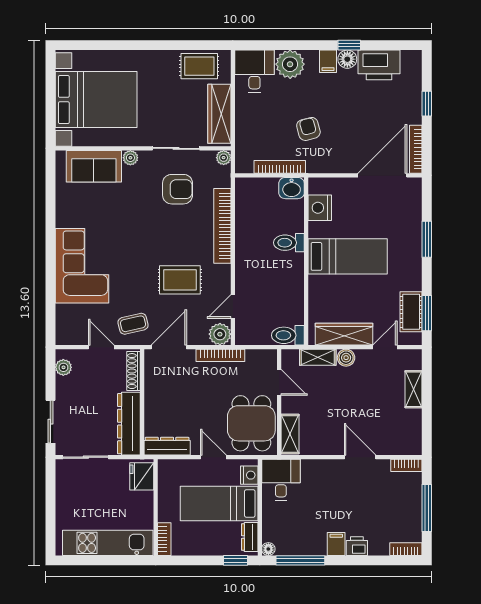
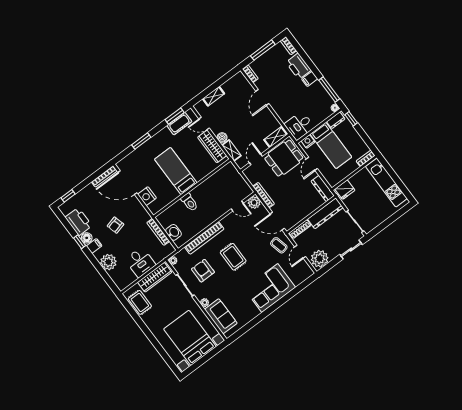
desk: (254, 71) -> (140, 262), moved, turned -90
window: (427, 104) -> (68, 196), moved
armchair: (308, 129) -> (115, 225), moved
washbasin: (292, 188) -> (173, 232), moved
nightstand: (320, 208) -> (147, 196), moved, turned 90
rug: (180, 280) -> (233, 257), moved
toilet: (288, 335) -> (232, 171), removed
plant: (63, 367) -> (320, 259), width x1.87, depth x1.87
printer: (357, 546) -> (299, 66), width x1.87, depth x1.48

